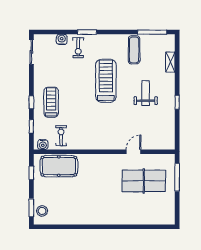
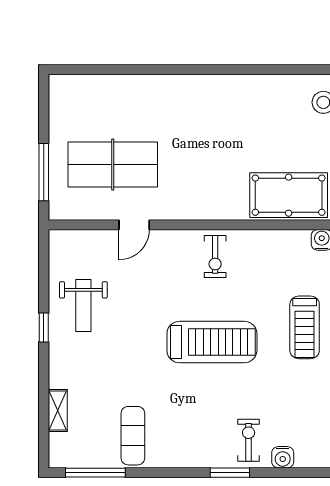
treadmill: (106, 81) -> (212, 342), moved, turned -90
weight bench: (146, 93) -> (83, 305), moved
exercise bike: (61, 136) -> (215, 256), moved

